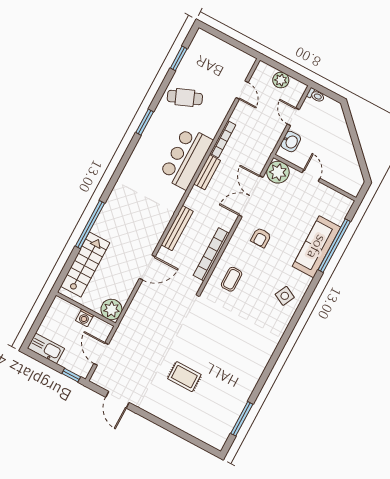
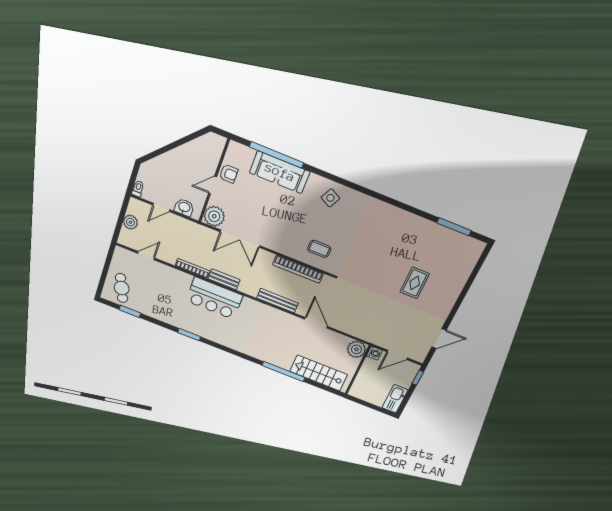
cafe table: (185, 98) -> (122, 288), moved
armchair: (261, 238) -> (229, 174), moved
washing machine: (85, 318) -> (374, 353), moved

